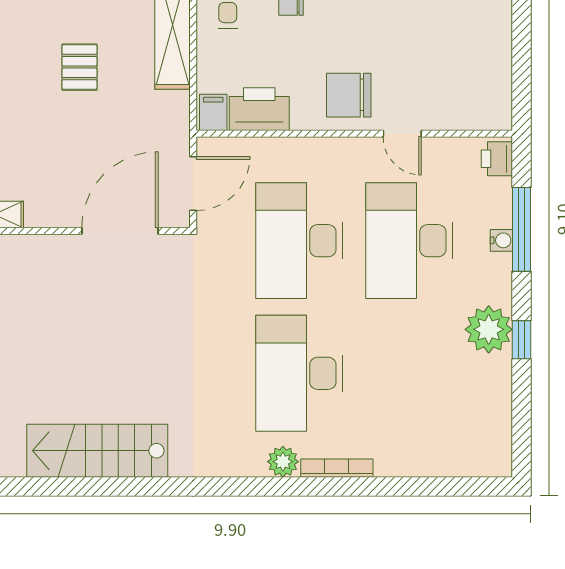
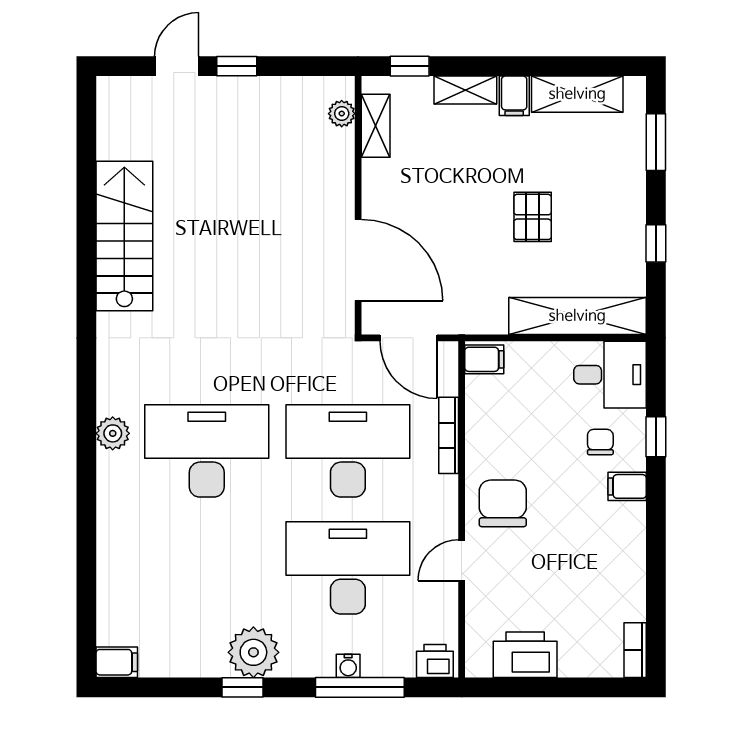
pallet: (79, 67) -> (533, 217), turned 90
printer: (259, 109) -> (525, 655), moved, turned -90
filing cabinet: (498, 458) -> (117, 662), added
bookcase: (337, 468) -> (449, 435), moved, turned 180

